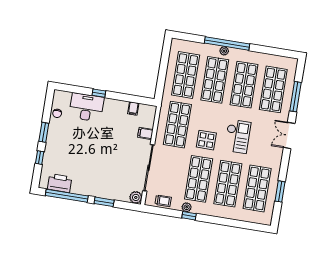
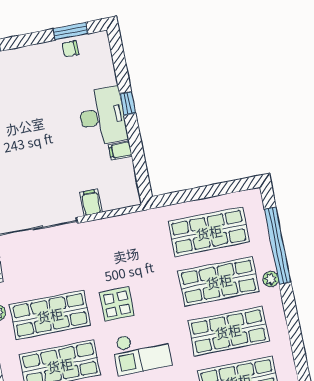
window: (227, 43) -> (278, 246), moved
desk: (86, 107) -> (102, 116), moved
filing cabinet: (133, 109) -> (120, 150), moved
shop shelf: (177, 125) -> (124, 248), removed
window: (44, 132) -> (71, 31), moved

